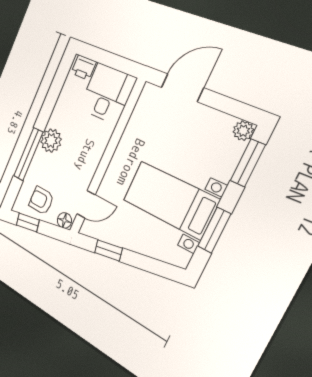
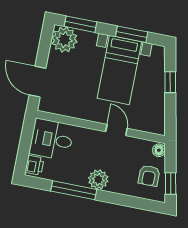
plant: (243, 131) -> (64, 40), width x1.87, depth x1.87
window: (28, 154) -> (74, 190), moved
door: (86, 204) -> (116, 130), moved
window: (108, 250) -> (170, 82), moved

